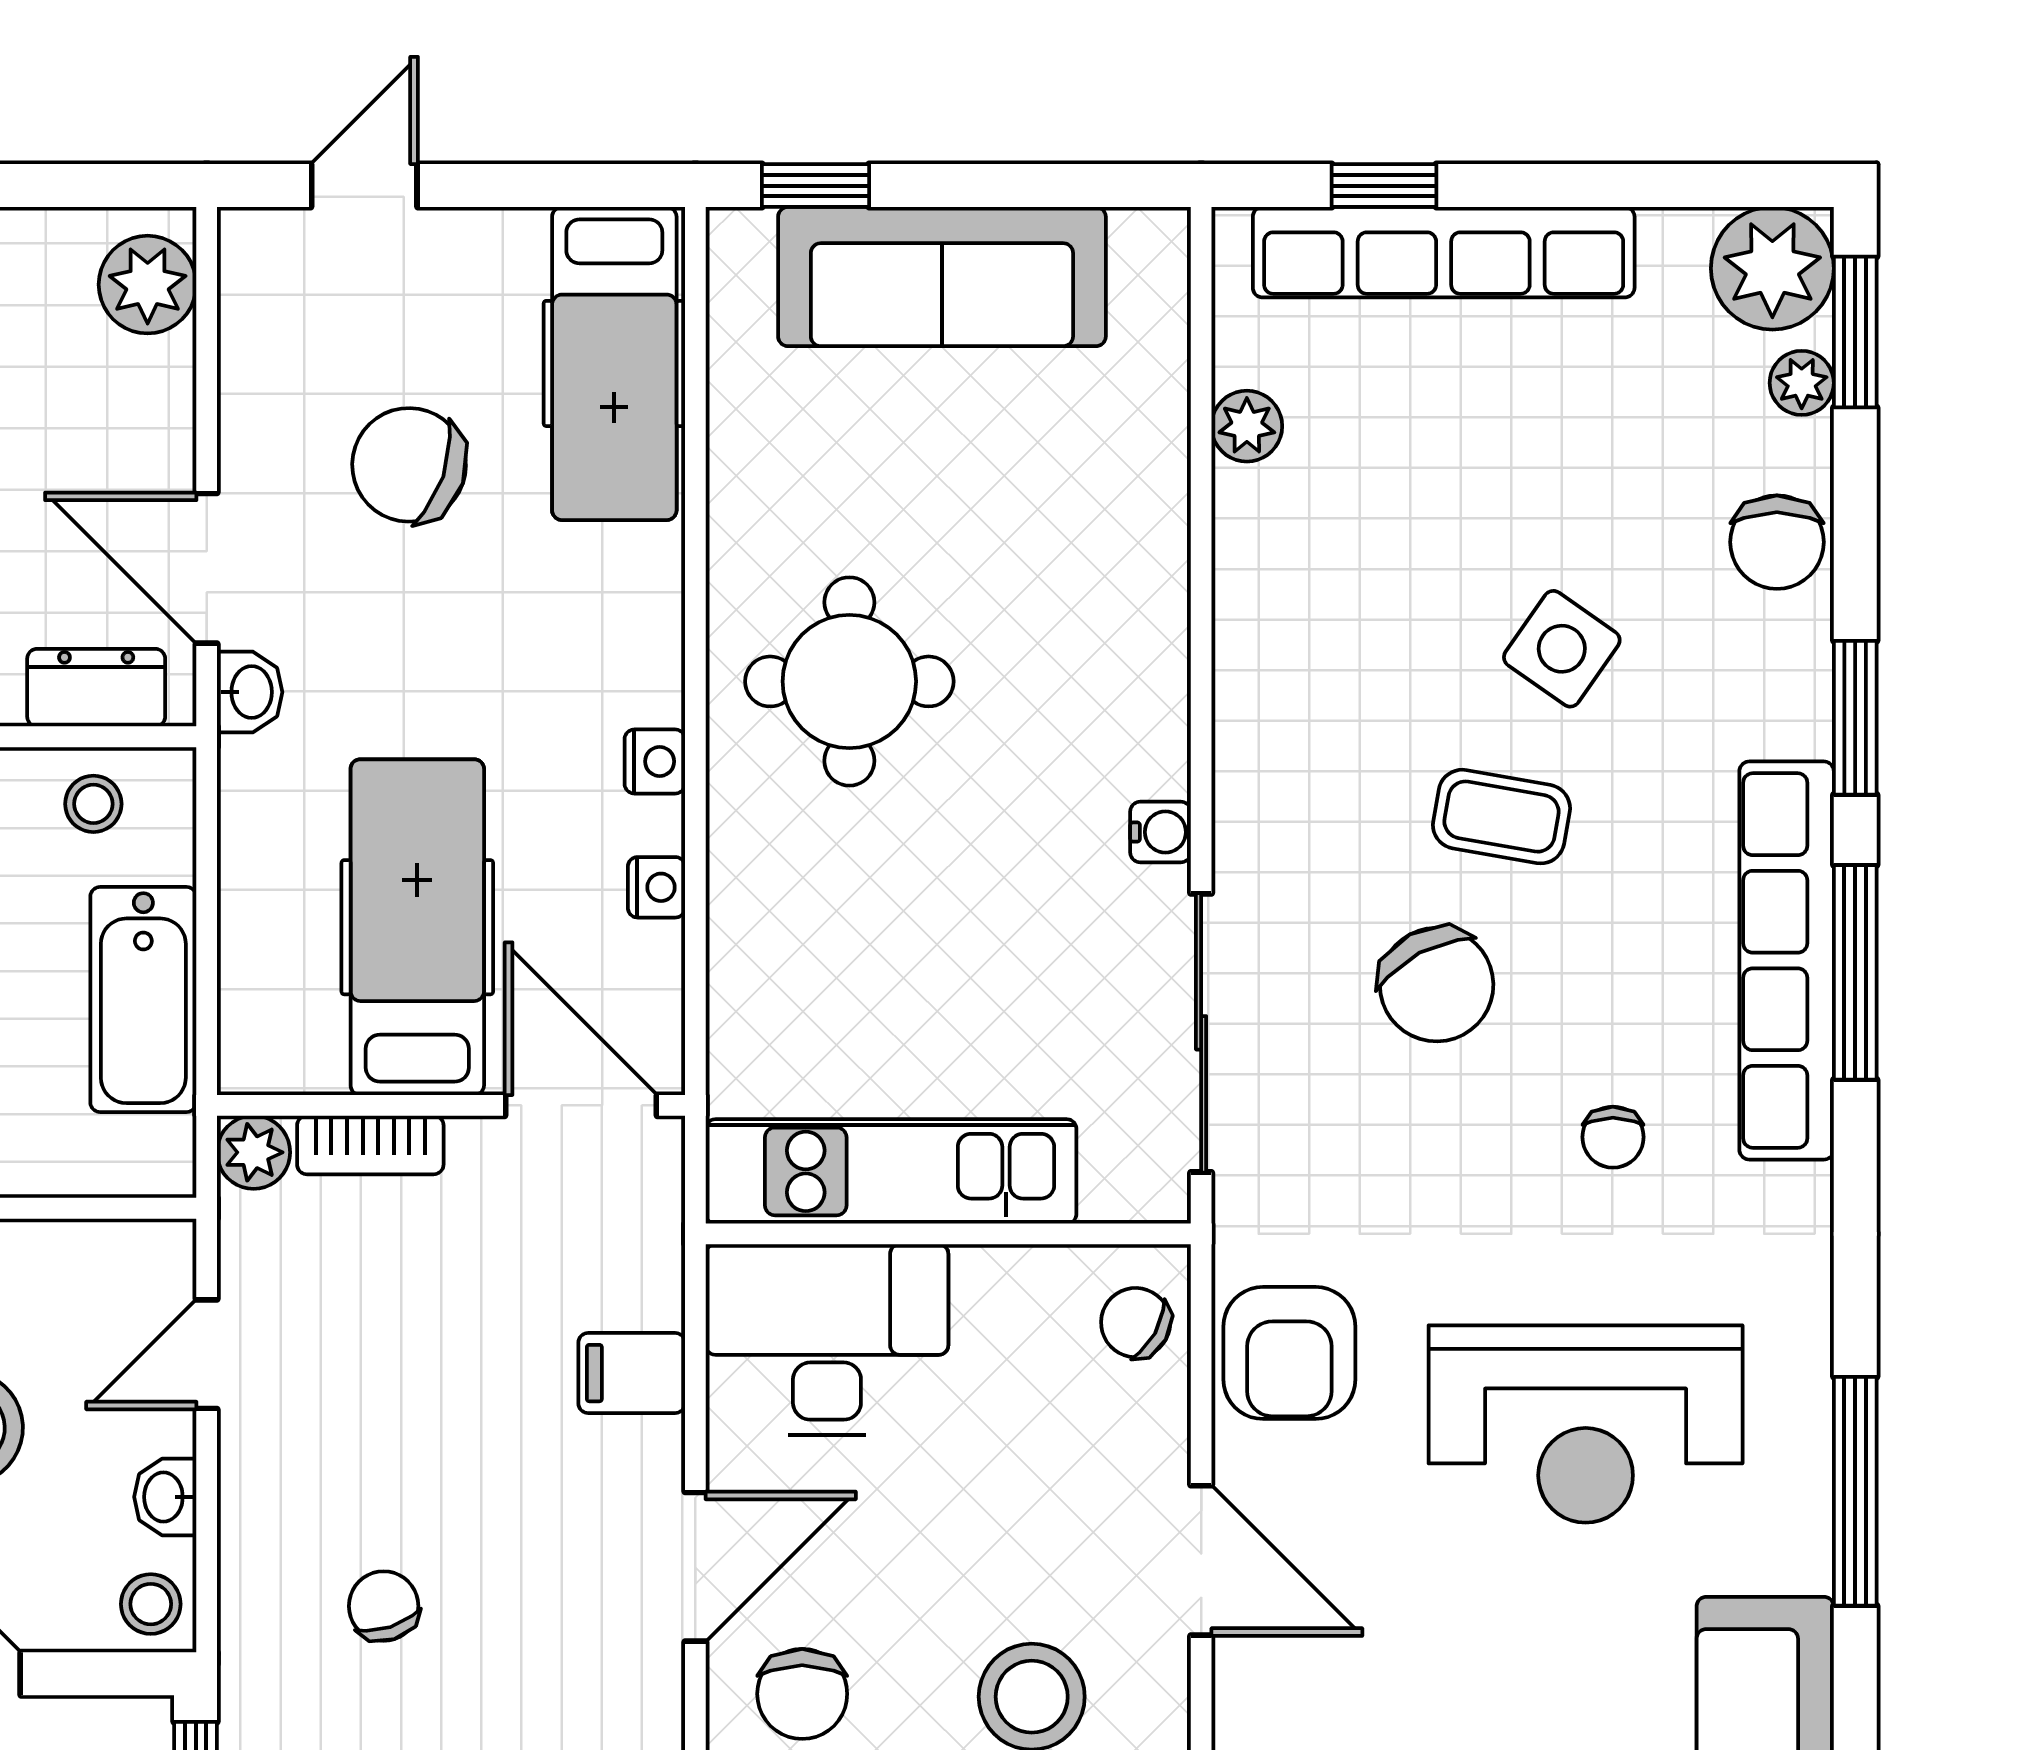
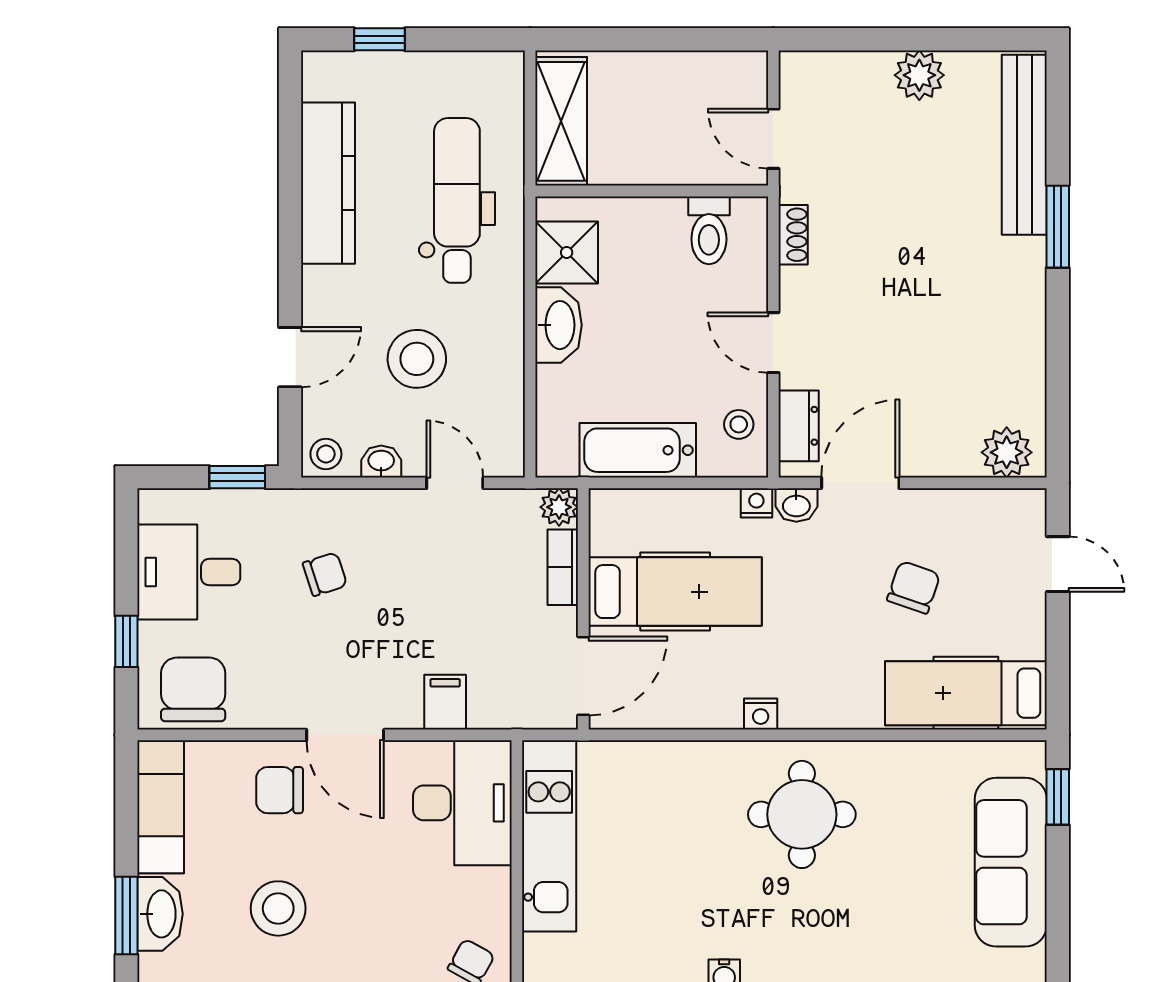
chair: (409, 465) -> (914, 587), width x0.73, depth x0.73
nightstand: (656, 887) -> (756, 503), moved, turned 180

